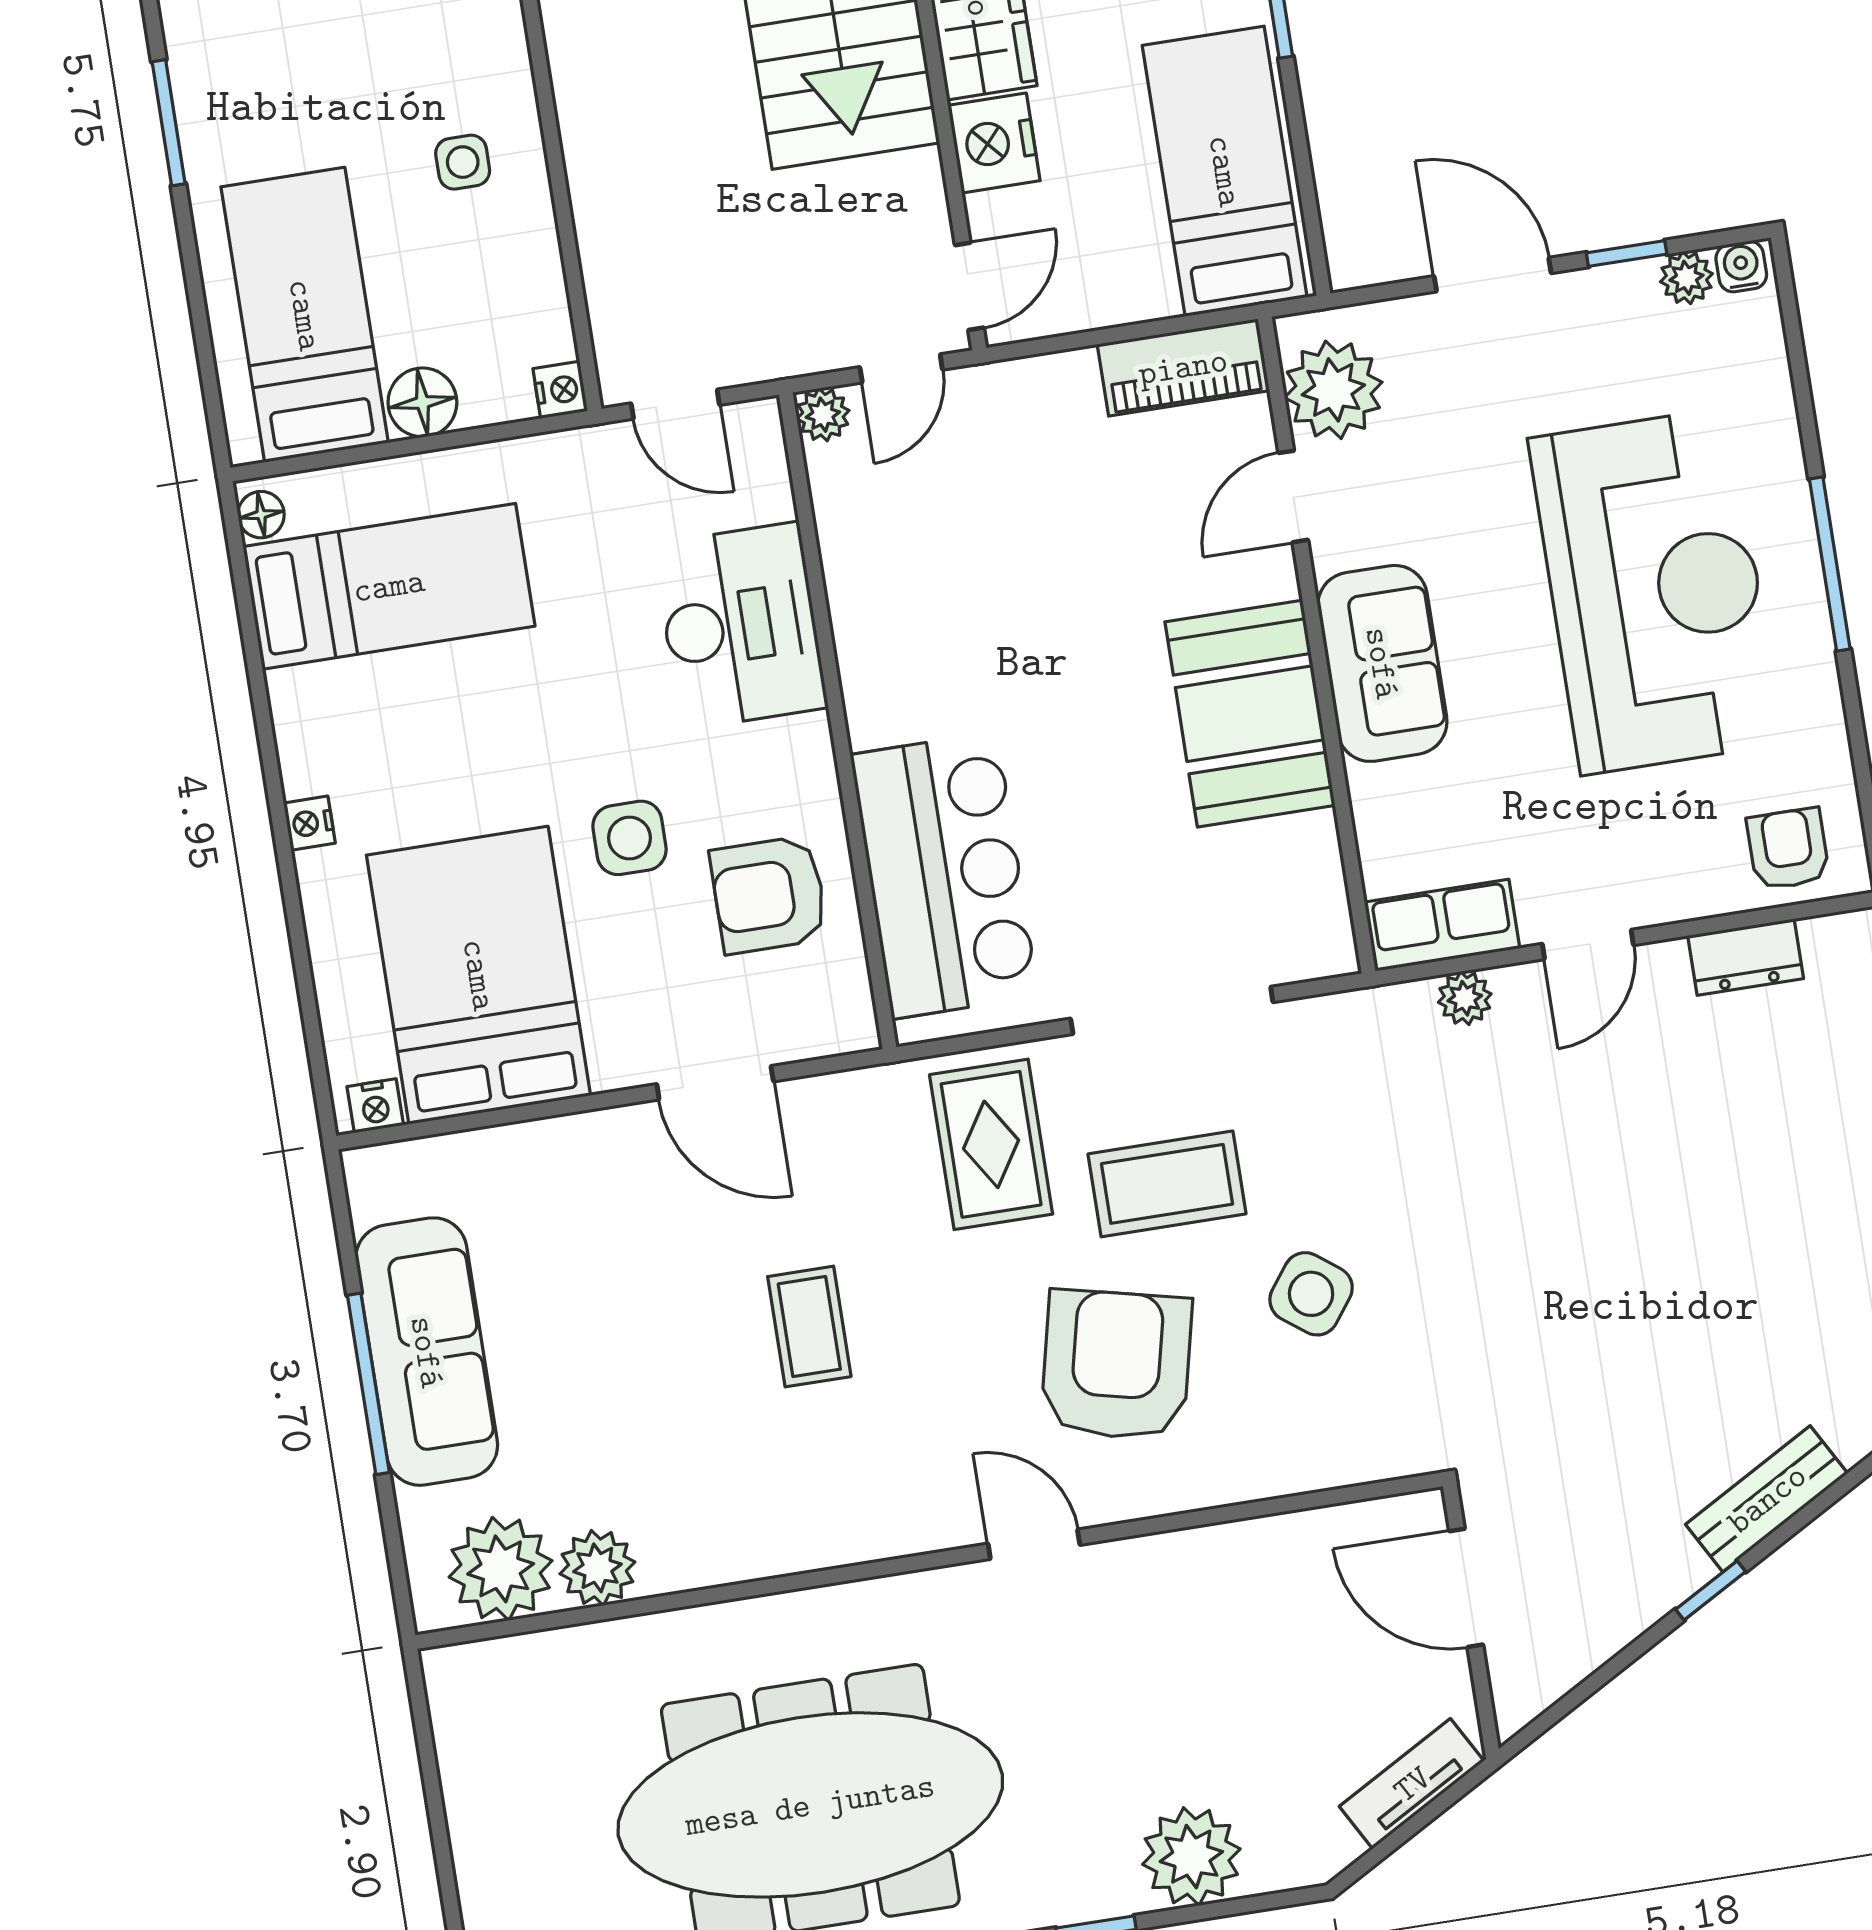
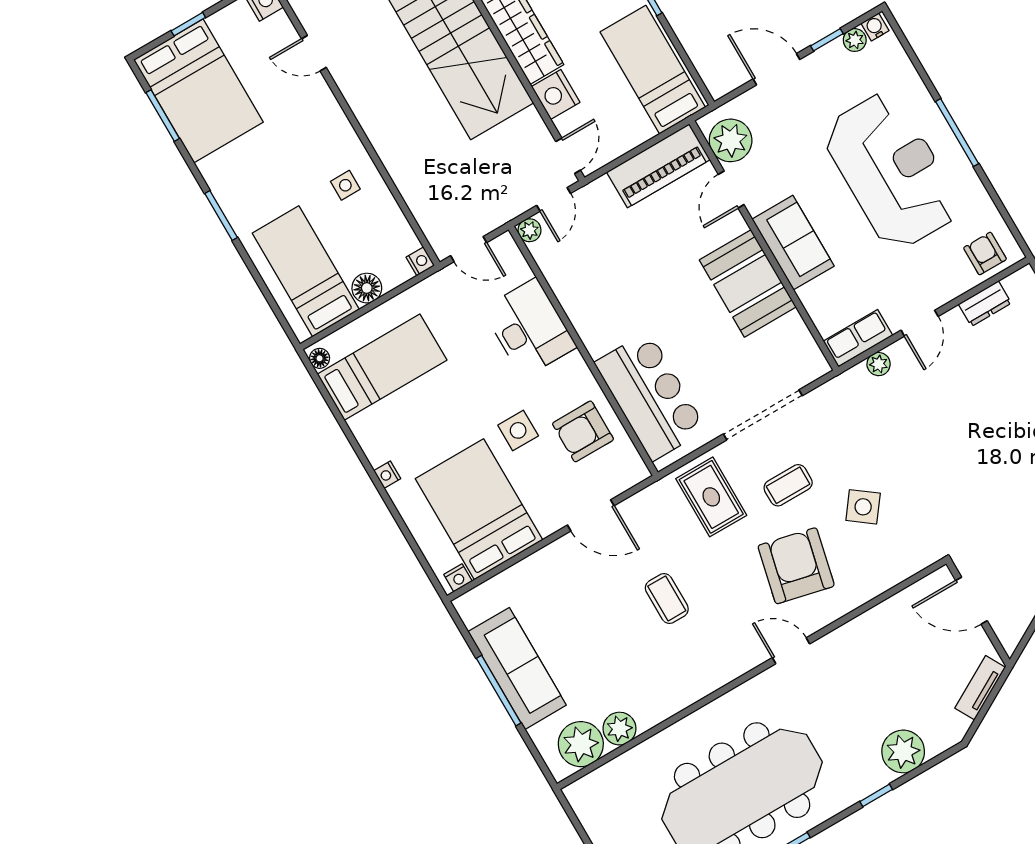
piano: (1183, 367) -> (658, 166), width x1.37, depth x1.33
coffee table: (1167, 1184) -> (788, 485), width x0.73, depth x0.77

